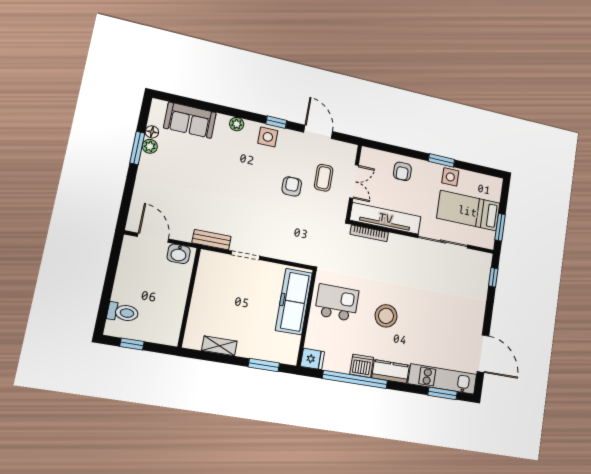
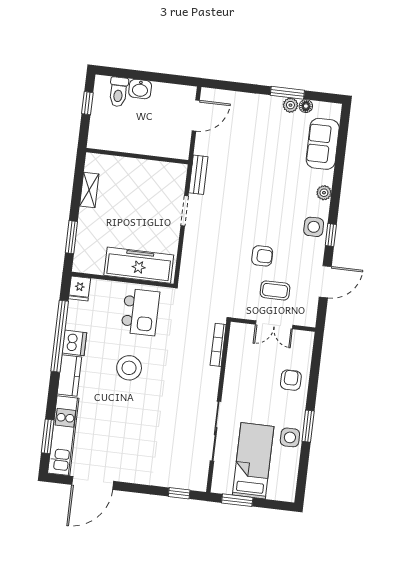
armchair: (402, 171) -> (291, 380), turned 90
tv unit: (386, 218) -> (236, 363), removed
washbasin: (179, 254) -> (140, 89), moved, turned -90

